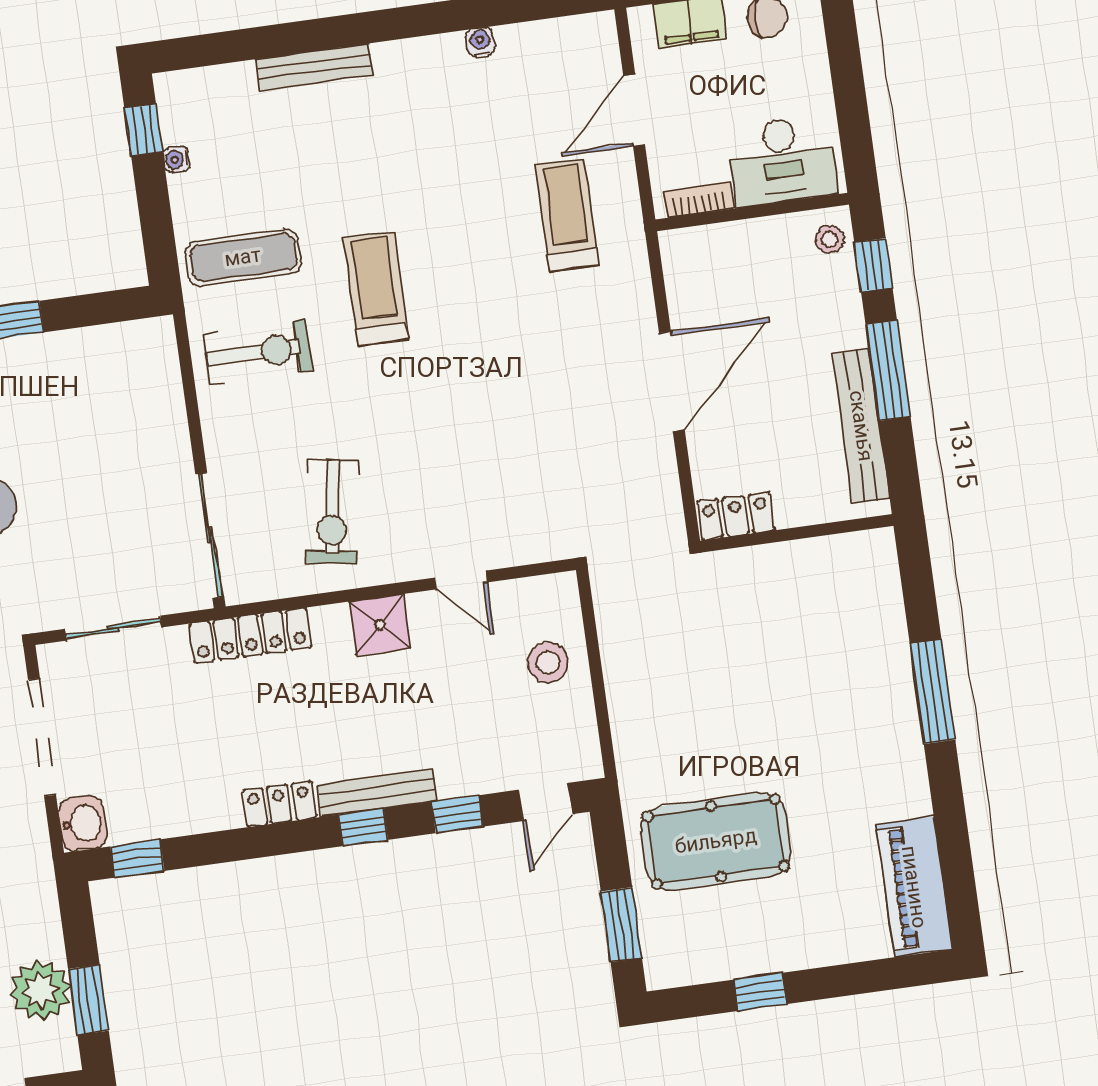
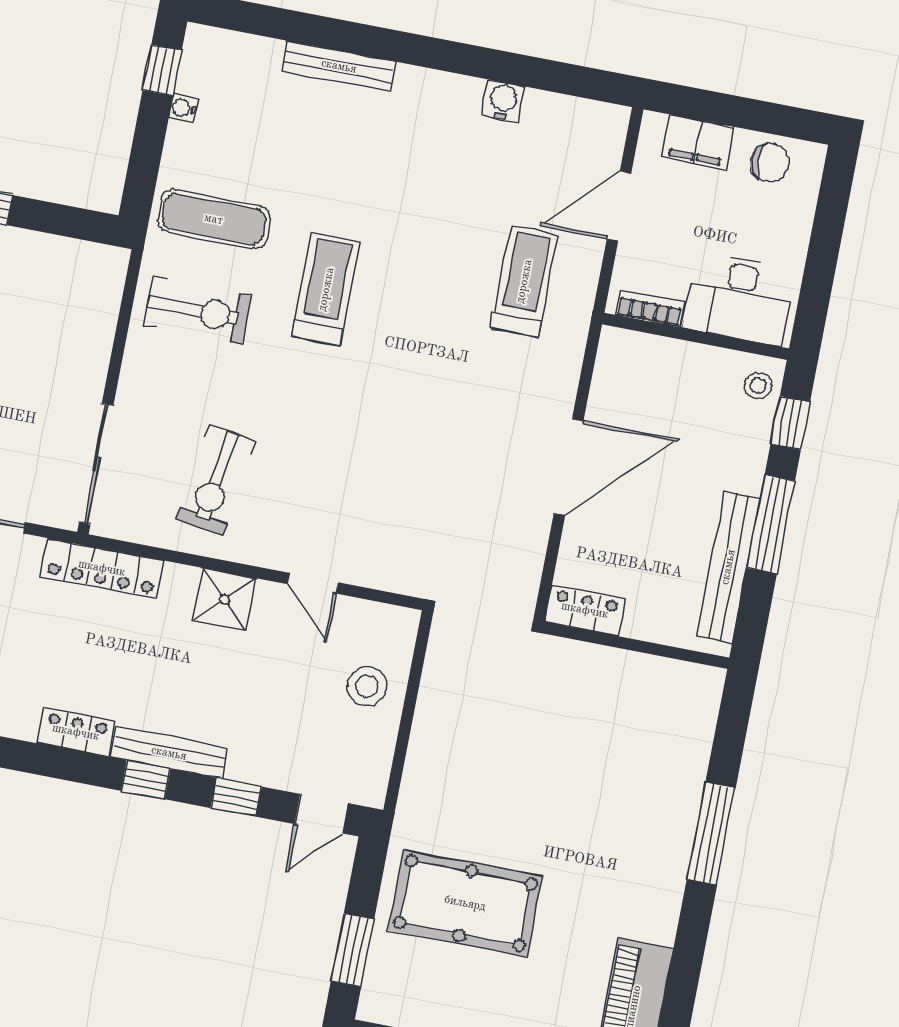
water cooler: (480, 42) -> (503, 101), width x1.38, depth x1.38

